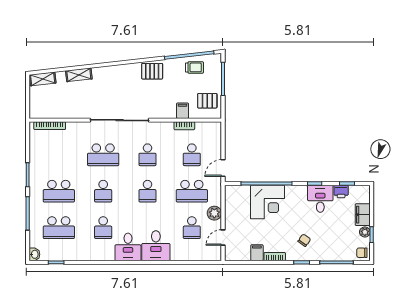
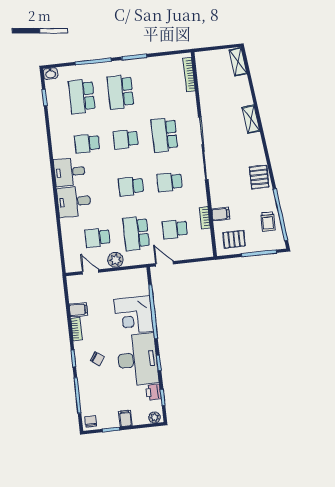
shelving: (79, 75) -> (251, 119), moved
pallet: (207, 101) -> (234, 239), turned 90
desk: (320, 199) -> (138, 360), width x1.87, depth x1.30
filing cabinet: (363, 215) -> (125, 418), width x0.50
plant: (365, 232) -> (155, 417), moved

